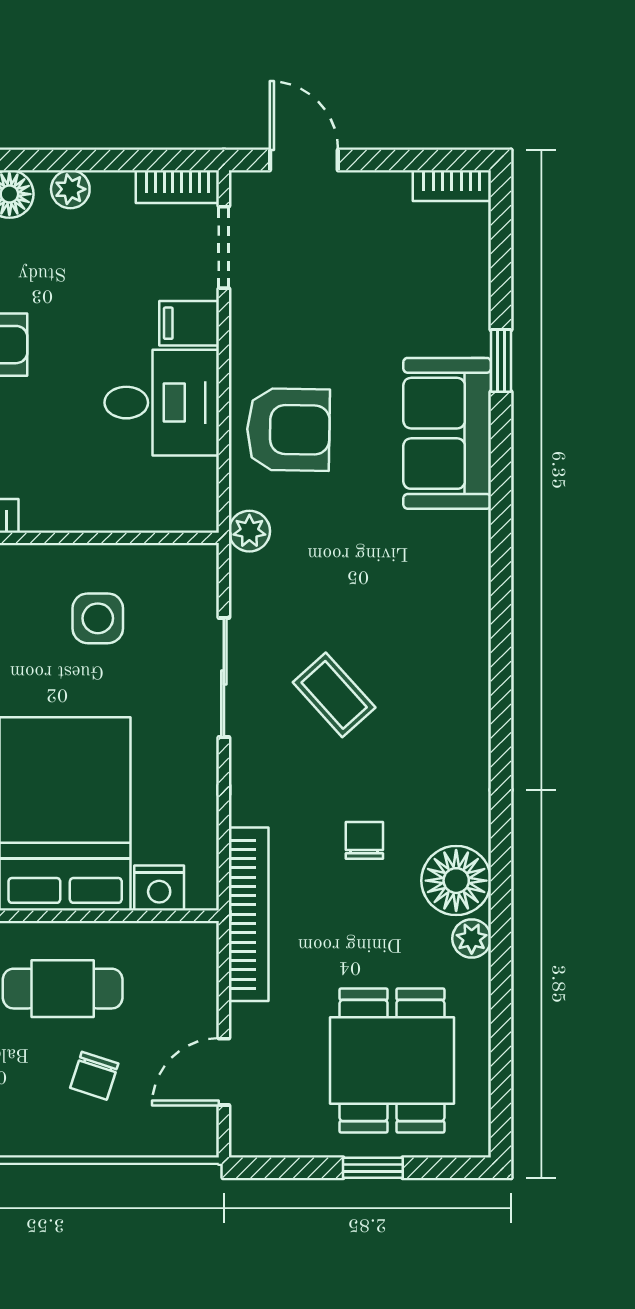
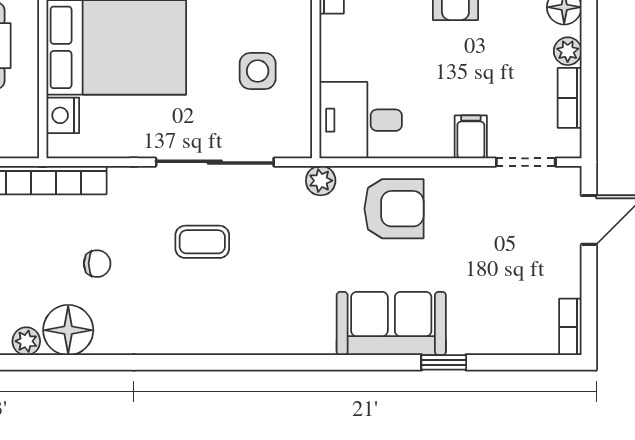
bookcase: (177, 187) -> (570, 98), moved
desk: (162, 403) -> (361, 120), moved, turned 90
armchair: (288, 430) -> (394, 209), turned -91
sliding door: (224, 678) -> (215, 162), width x1.37
coffee table: (334, 695) -> (202, 242), turned 42

